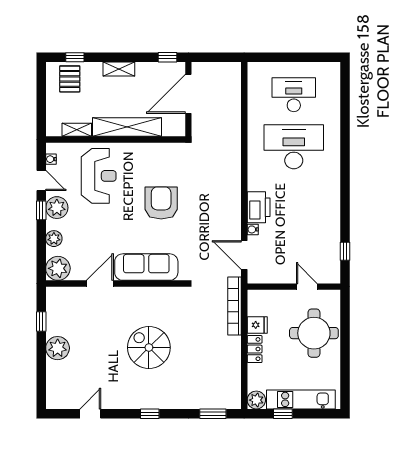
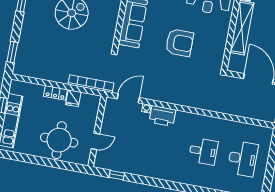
desk: (294, 147) -> (203, 151), width x0.53, depth x0.77
plant: (256, 400) -> (17, 87), removed

